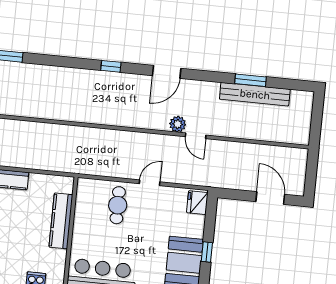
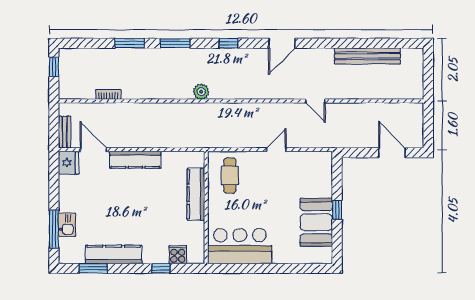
window: (251, 80) -> (175, 43), moved
plant: (178, 124) -> (201, 92), moved
fridge: (197, 203) -> (323, 164), removed
cafe table: (118, 205) -> (230, 176), moved

